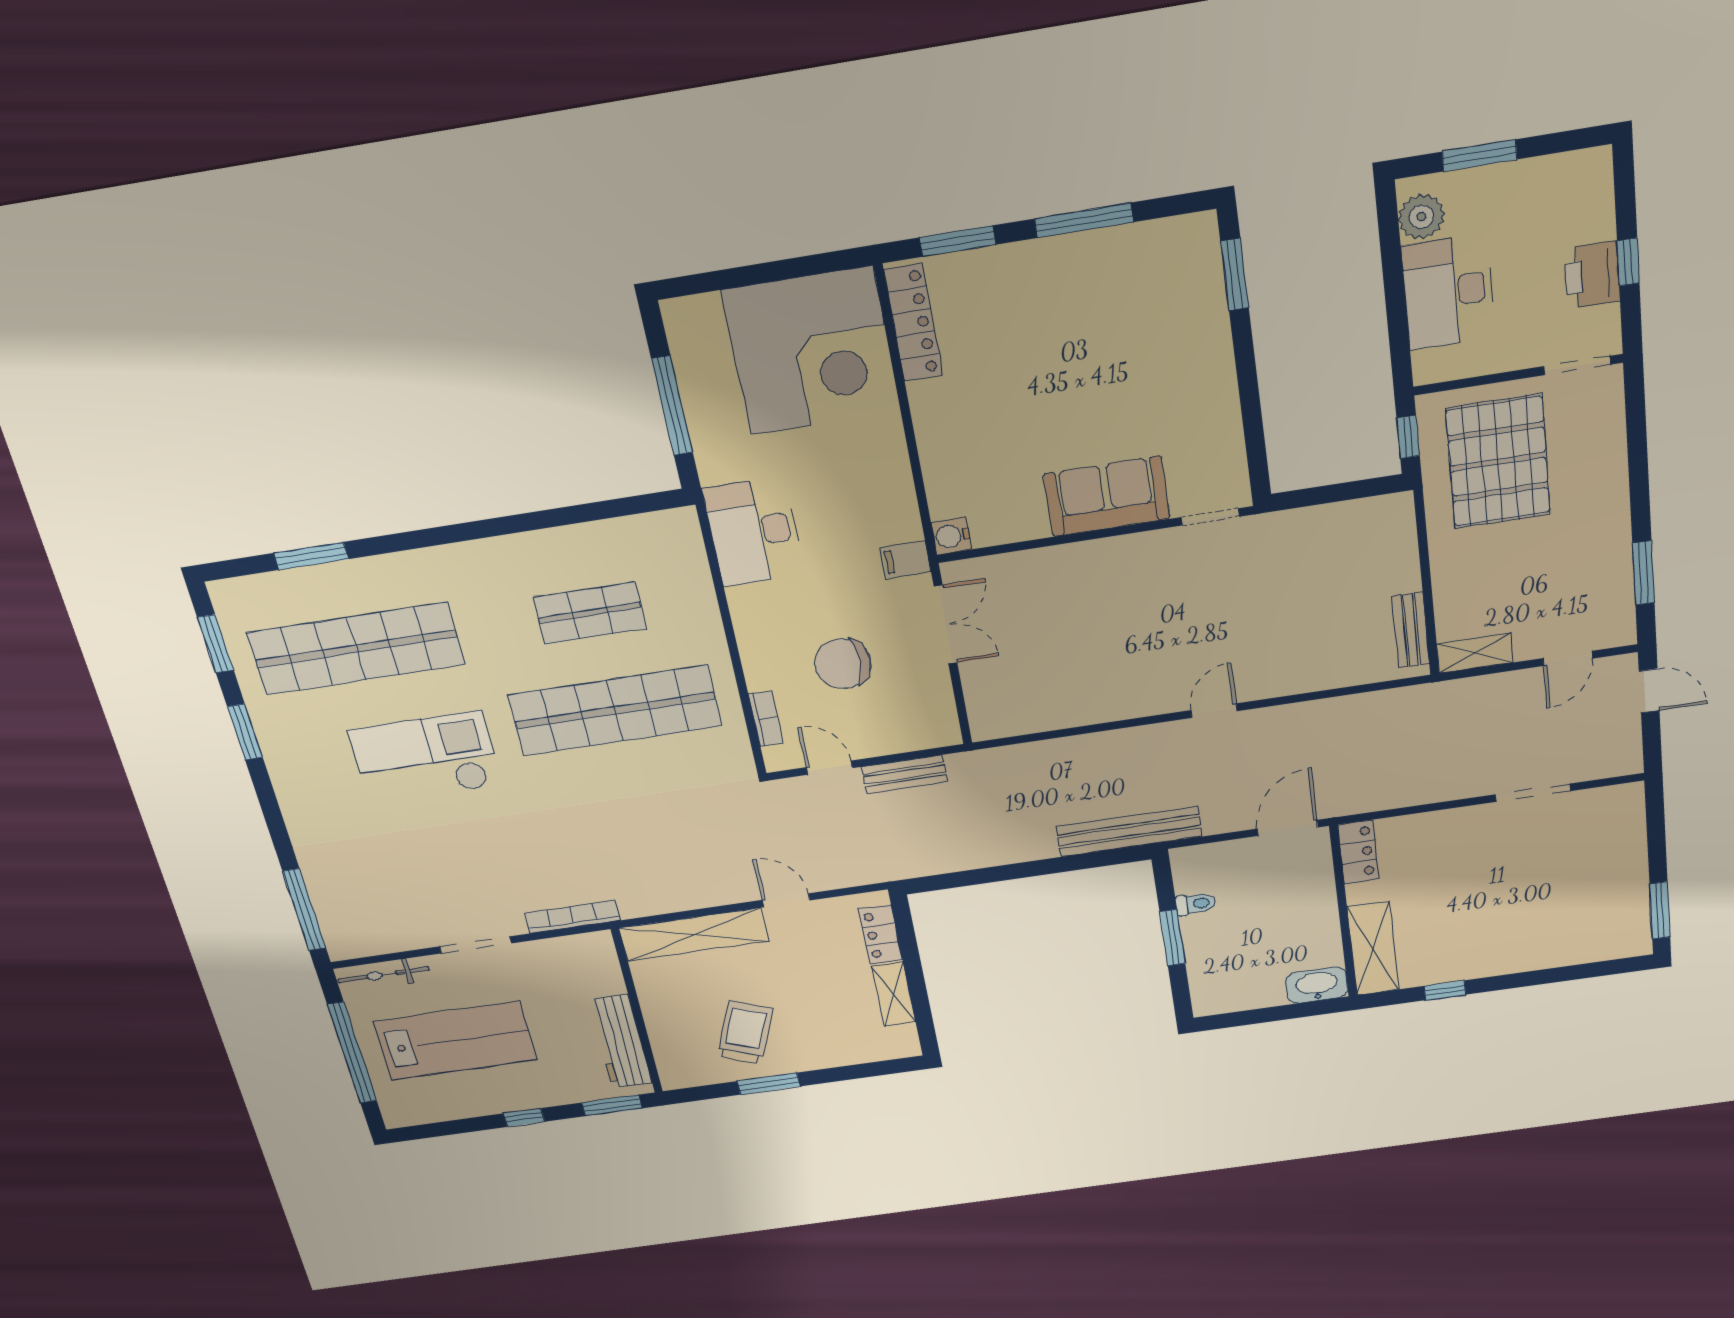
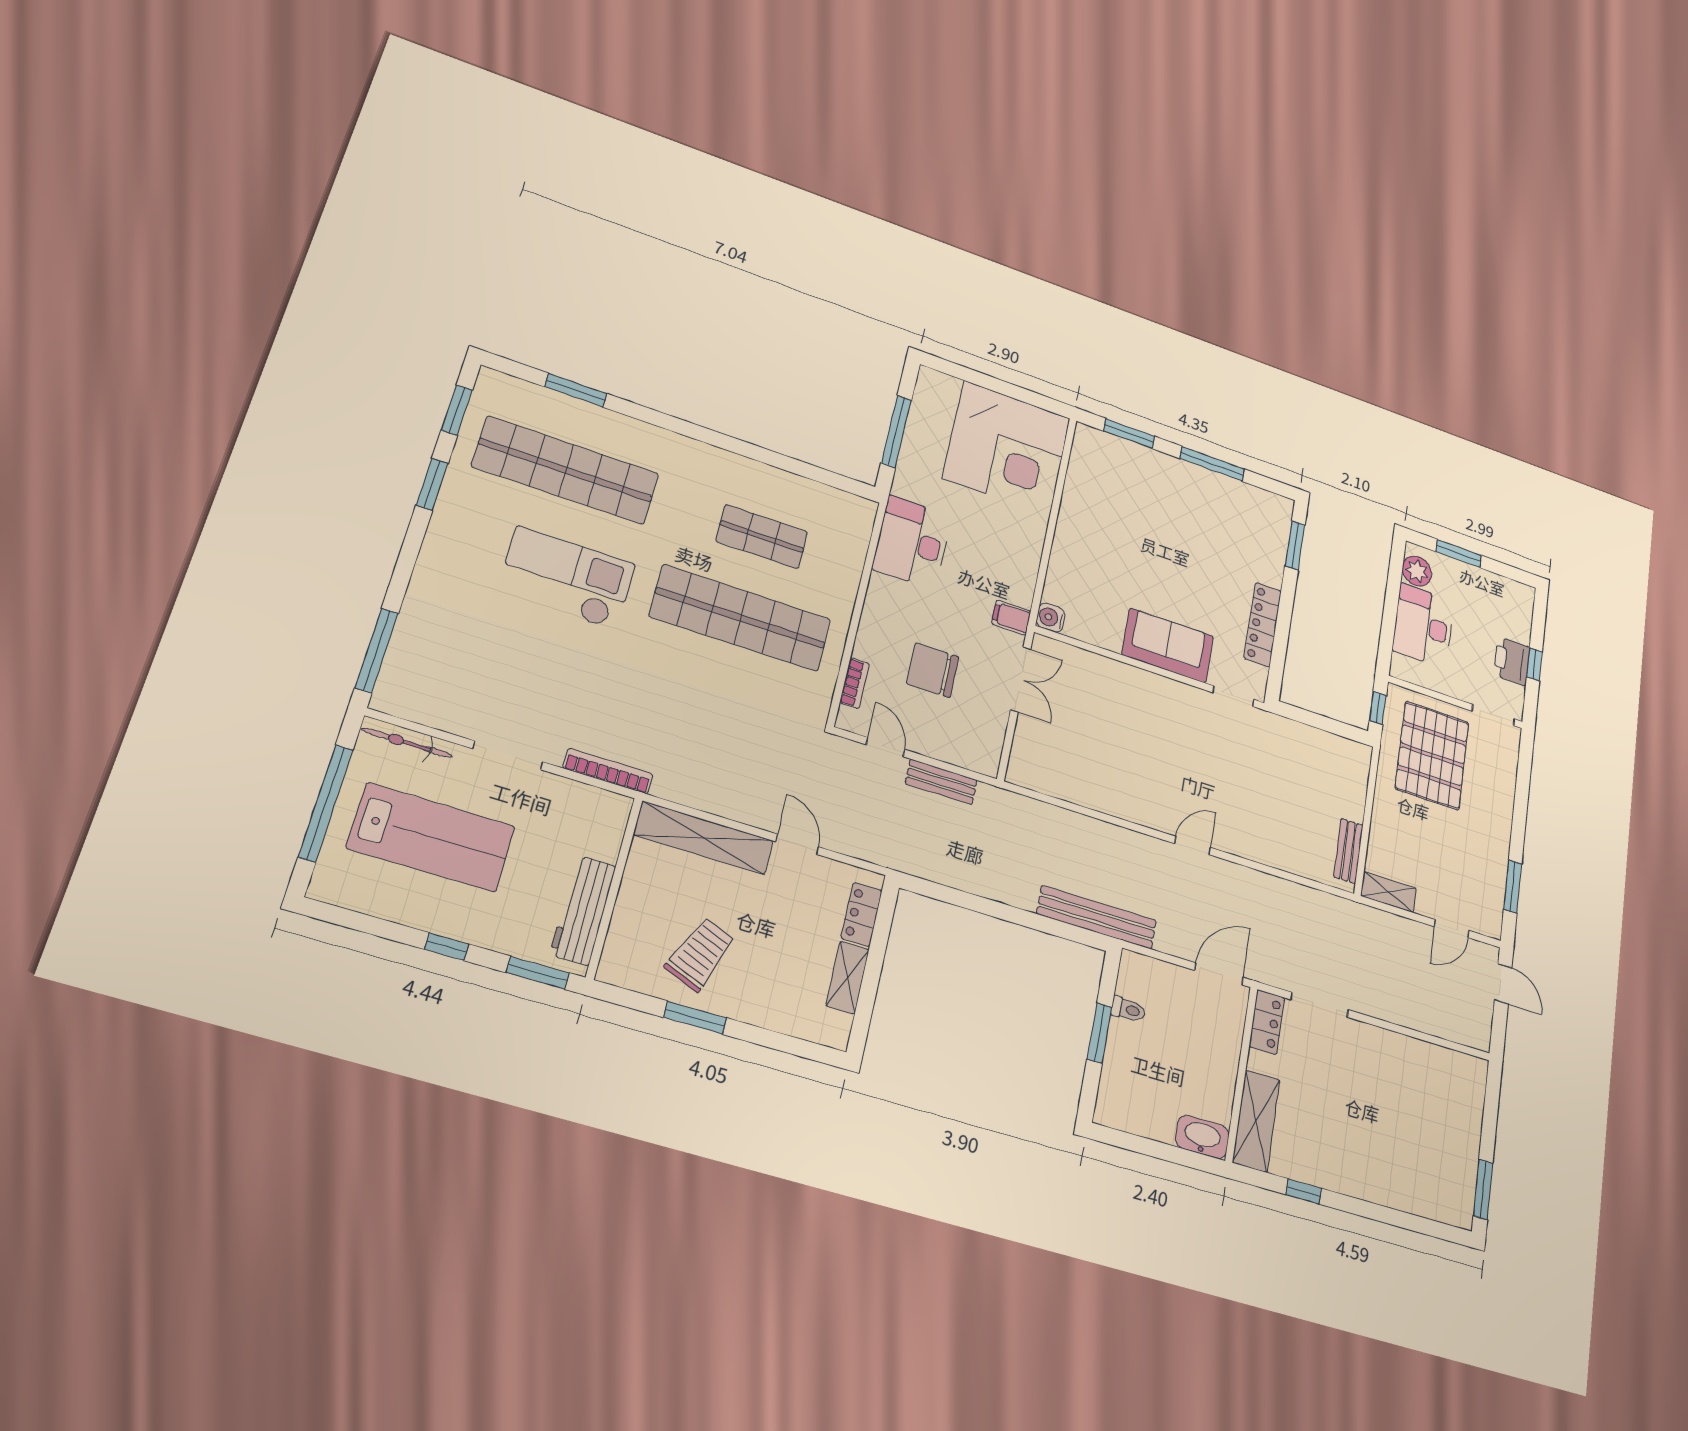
locker: (913, 323) -> (1263, 624), moved, turned 180
doorway: (1533, 793) -> (1319, 1005), moved

